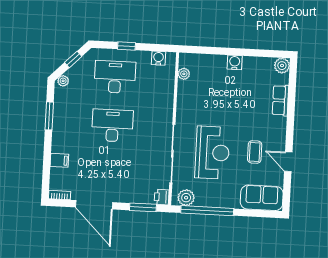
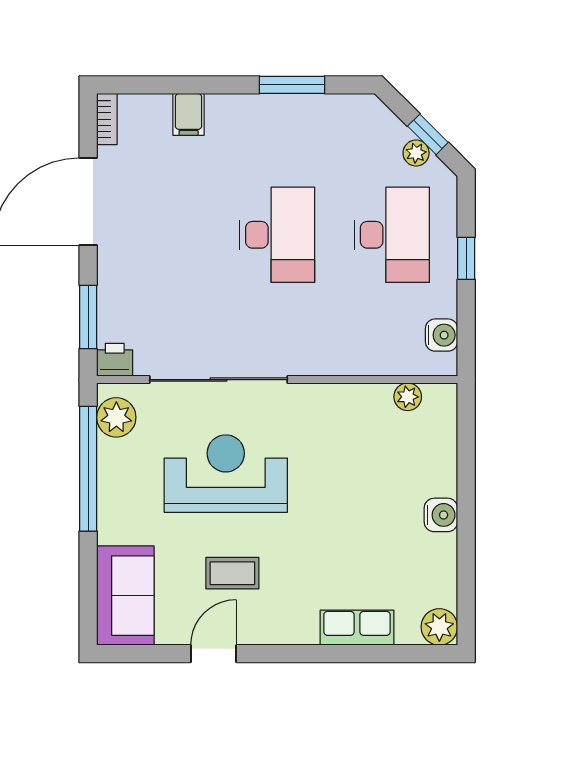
plant: (63, 81) -> (416, 153), moved
reception desk: (212, 153) -> (226, 474), turned 180

